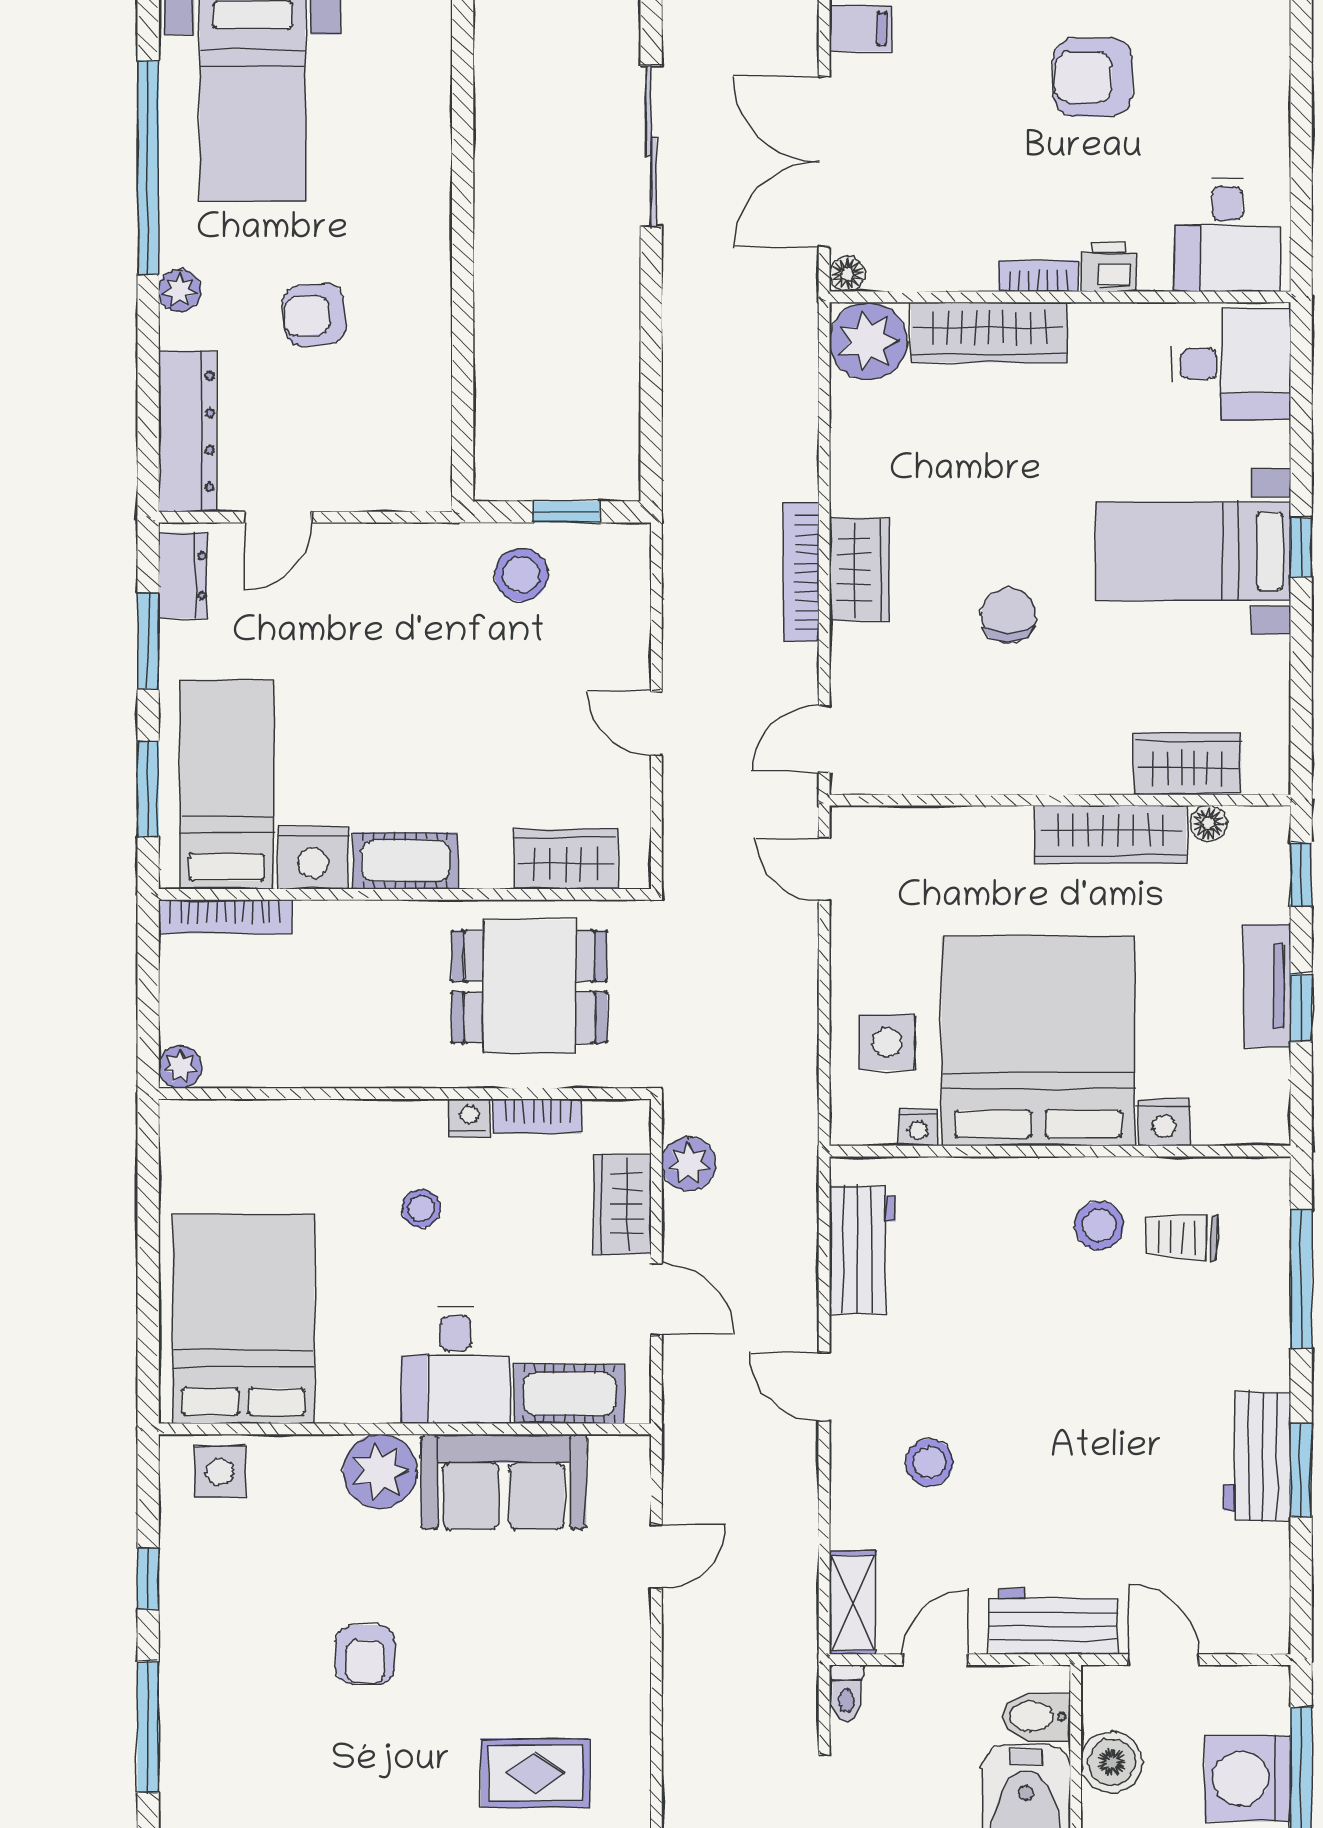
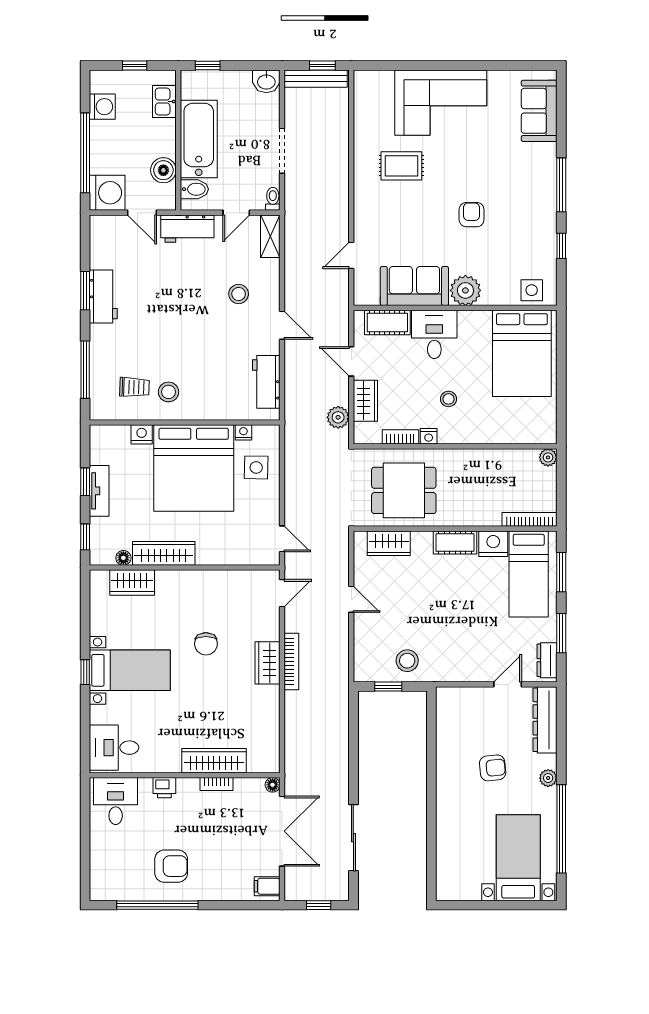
bookcase: (1038, 276) -> (216, 784), moved
plant: (868, 341) -> (264, 757), removed
washing machine: (1248, 1779) -> (107, 193), moved

